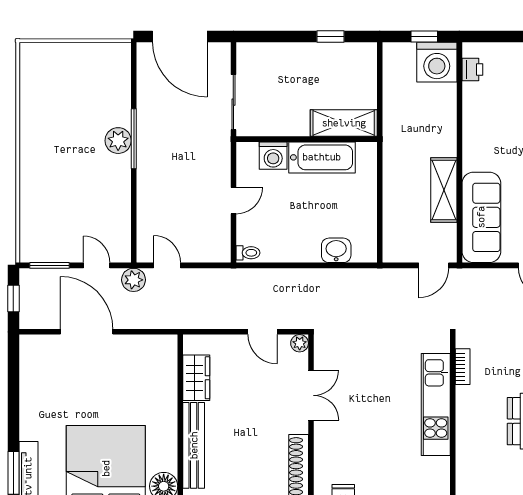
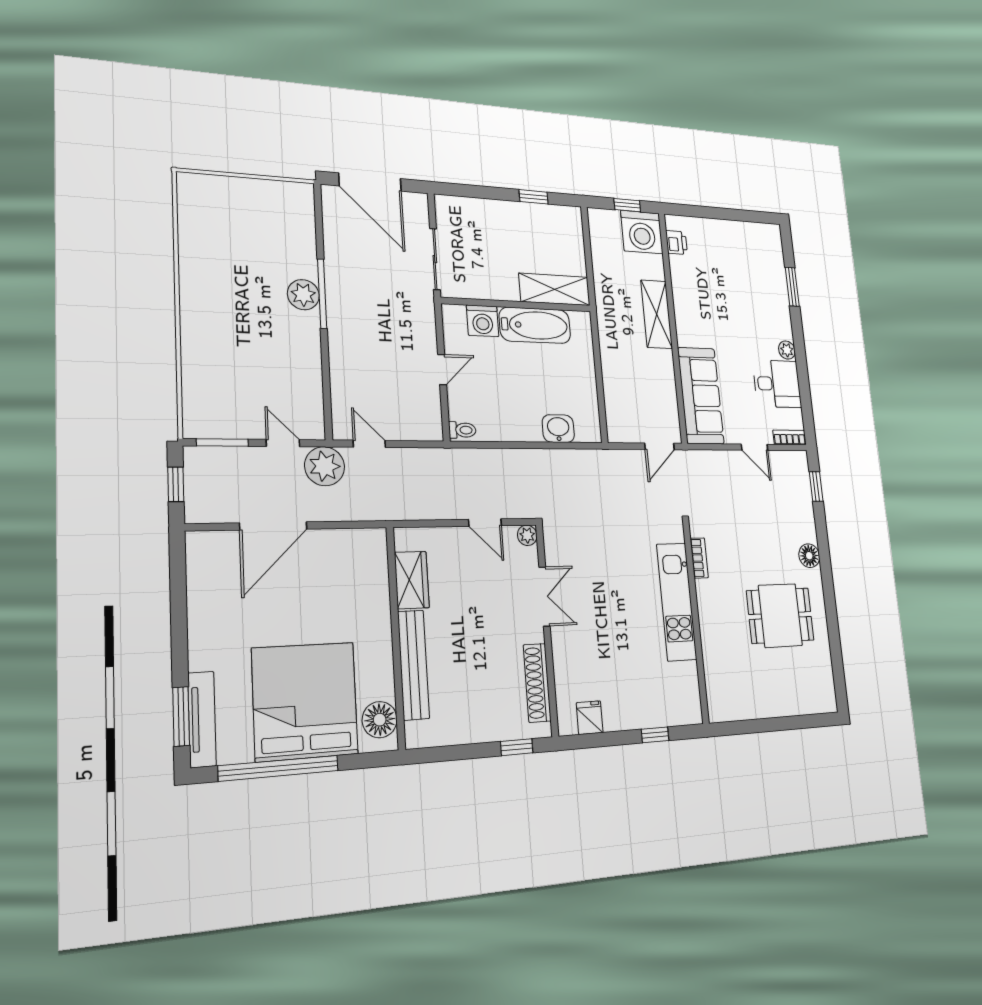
shelving: (444, 190) -> (657, 314), moved
plant: (134, 280) -> (325, 466), width x1.36, depth x1.36
door: (87, 332) -> (273, 526), swing flipped

